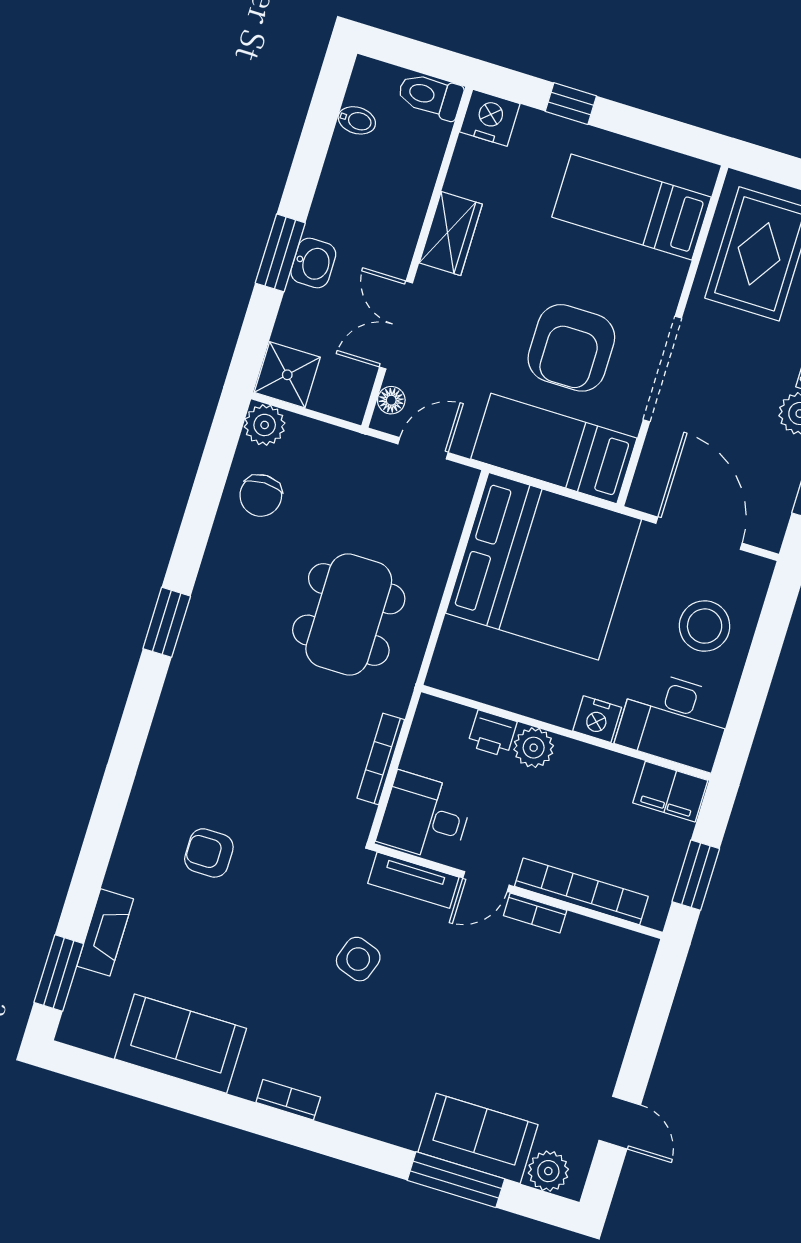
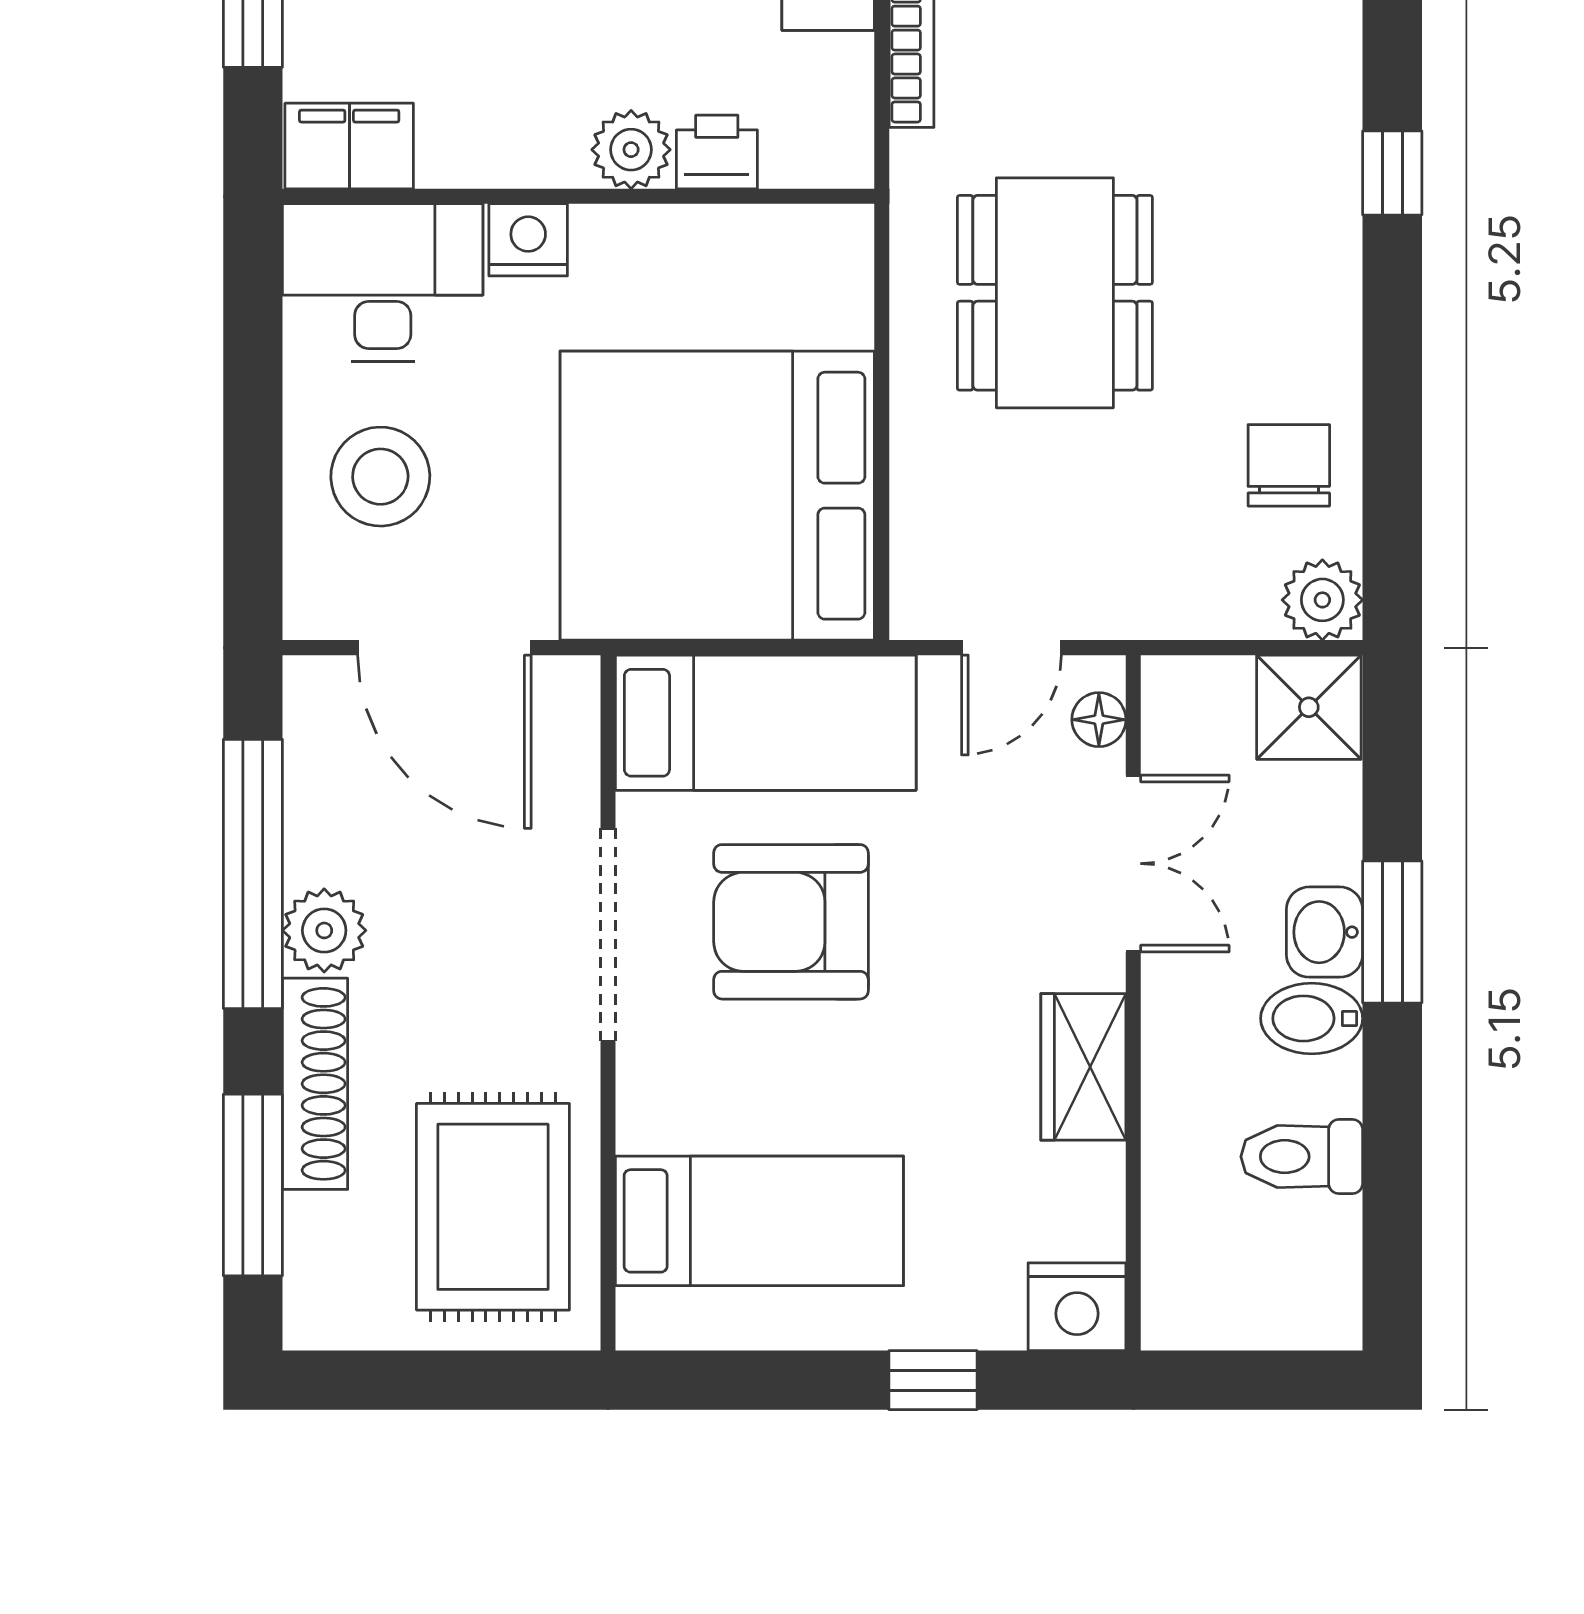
toilet: (430, 96) -> (1302, 1157), moved, turned 180
bidet: (357, 120) -> (1312, 1018), moved, width x1.38, depth x1.36
armchair: (571, 348) -> (791, 922), turned -90
window: (167, 622) -> (1392, 173), width x0.67

